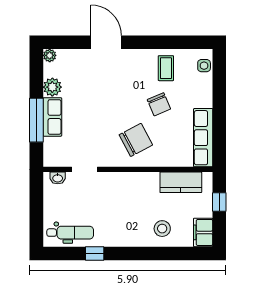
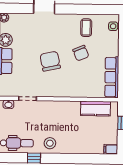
chair: (136, 140) -> (50, 61), moved, turned -74
stool: (162, 229) -> (50, 143), moved
filing cabinet: (203, 232) -> (111, 149), width x0.50

